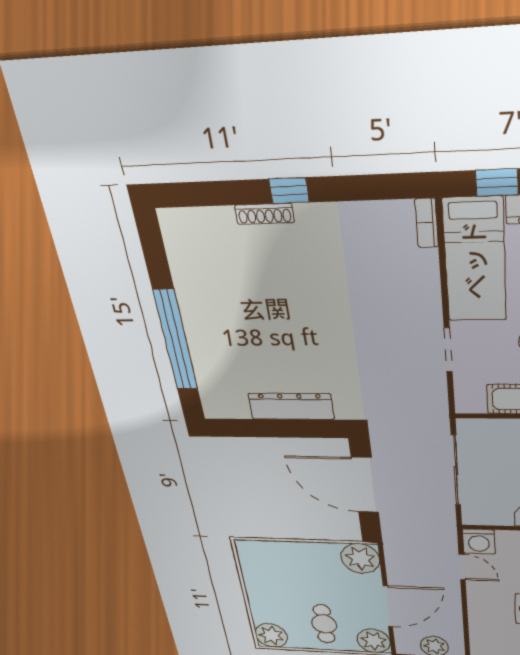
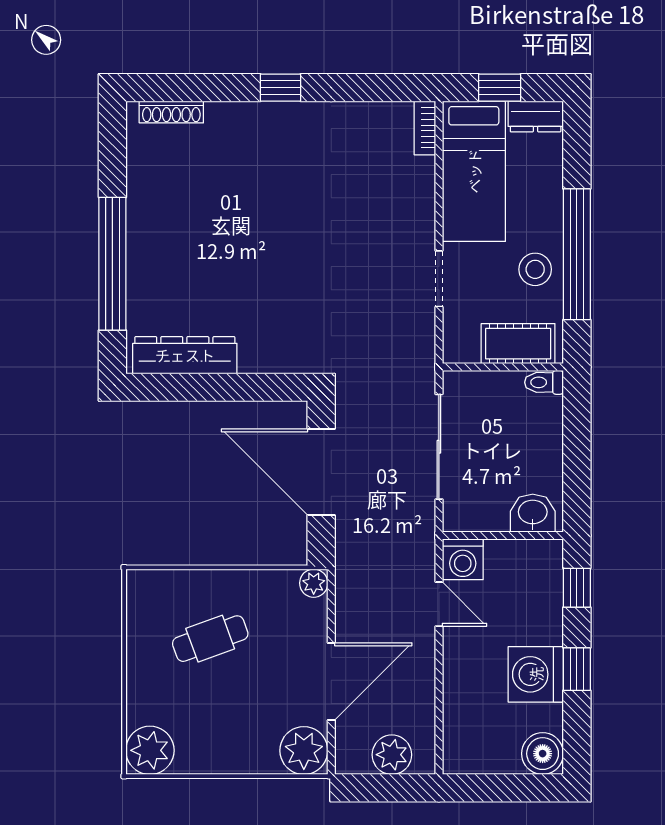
shoe rack: (264, 214) -> (171, 112), moved
dresser: (291, 406) -> (185, 355), moved
plant: (360, 559) -> (314, 583), width x0.53, depth x0.53
cafe table: (324, 624) -> (210, 639), moved, turned 70

